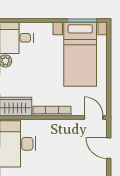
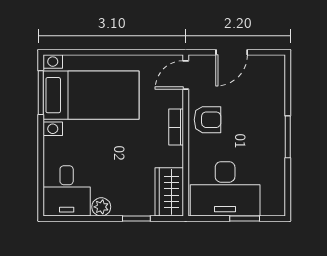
bookcase: (52, 111) -> (176, 127), width x0.64
armchair: (64, 132) -> (208, 120), added

